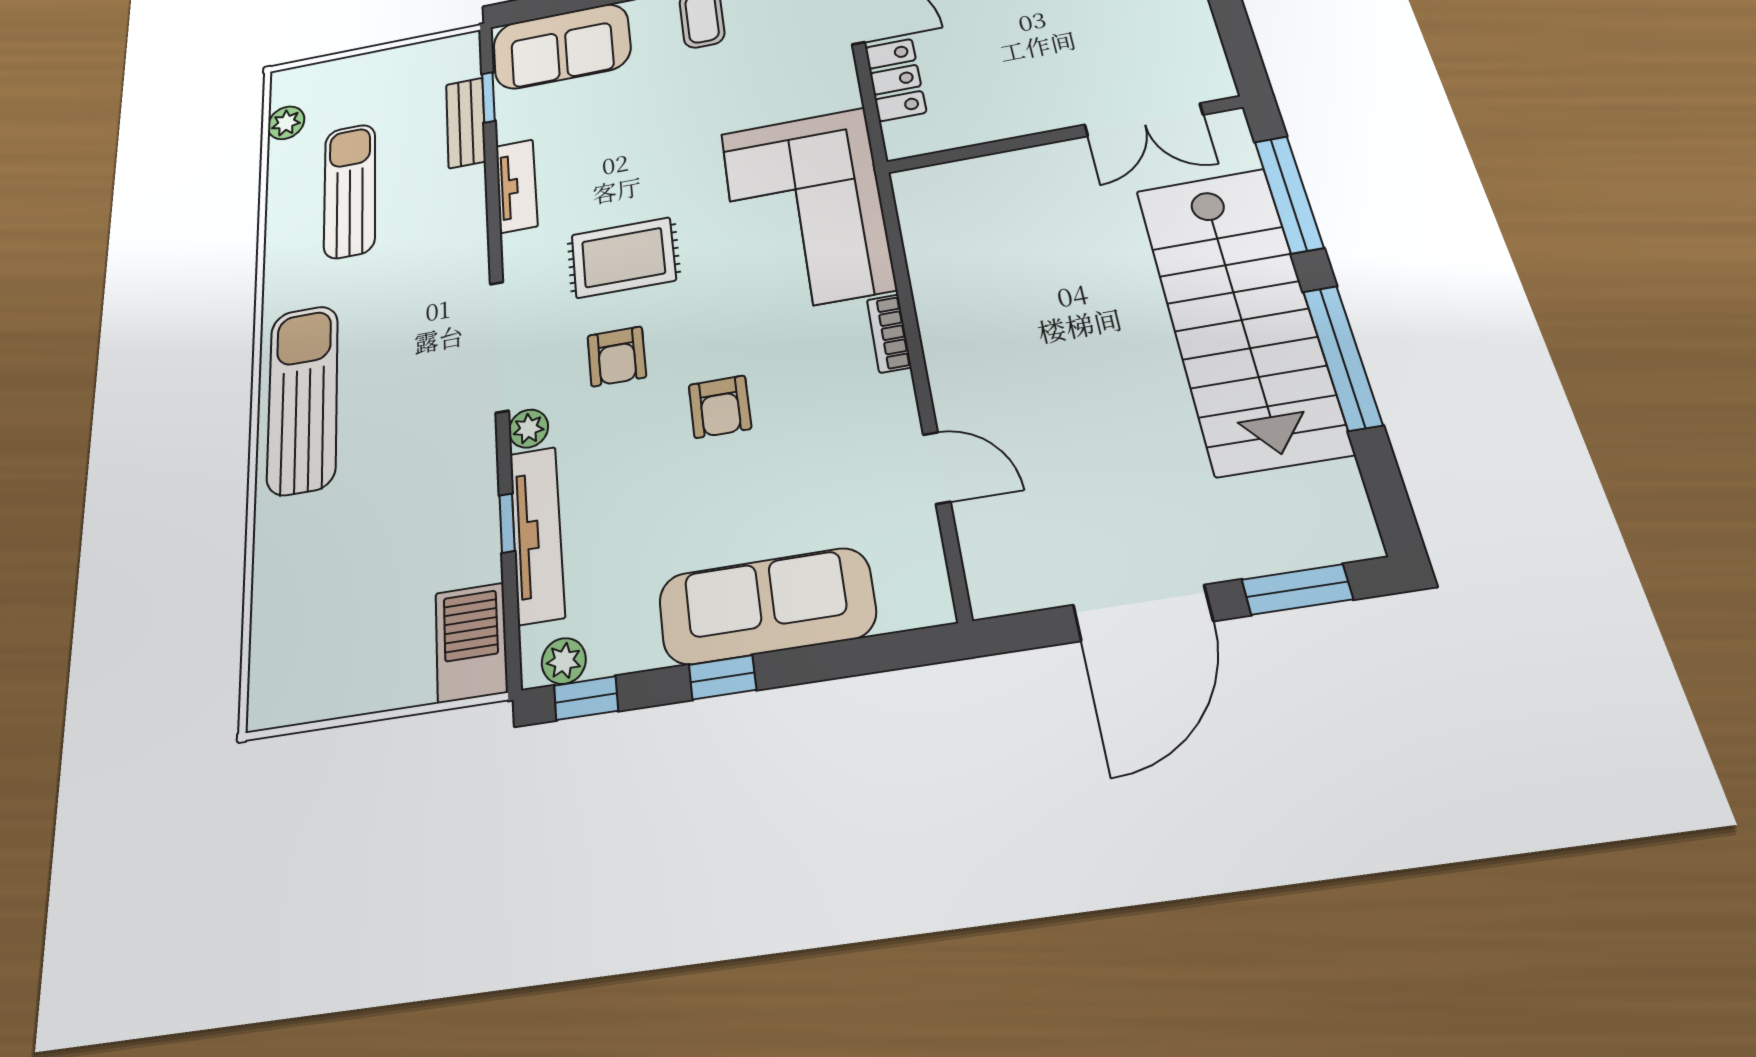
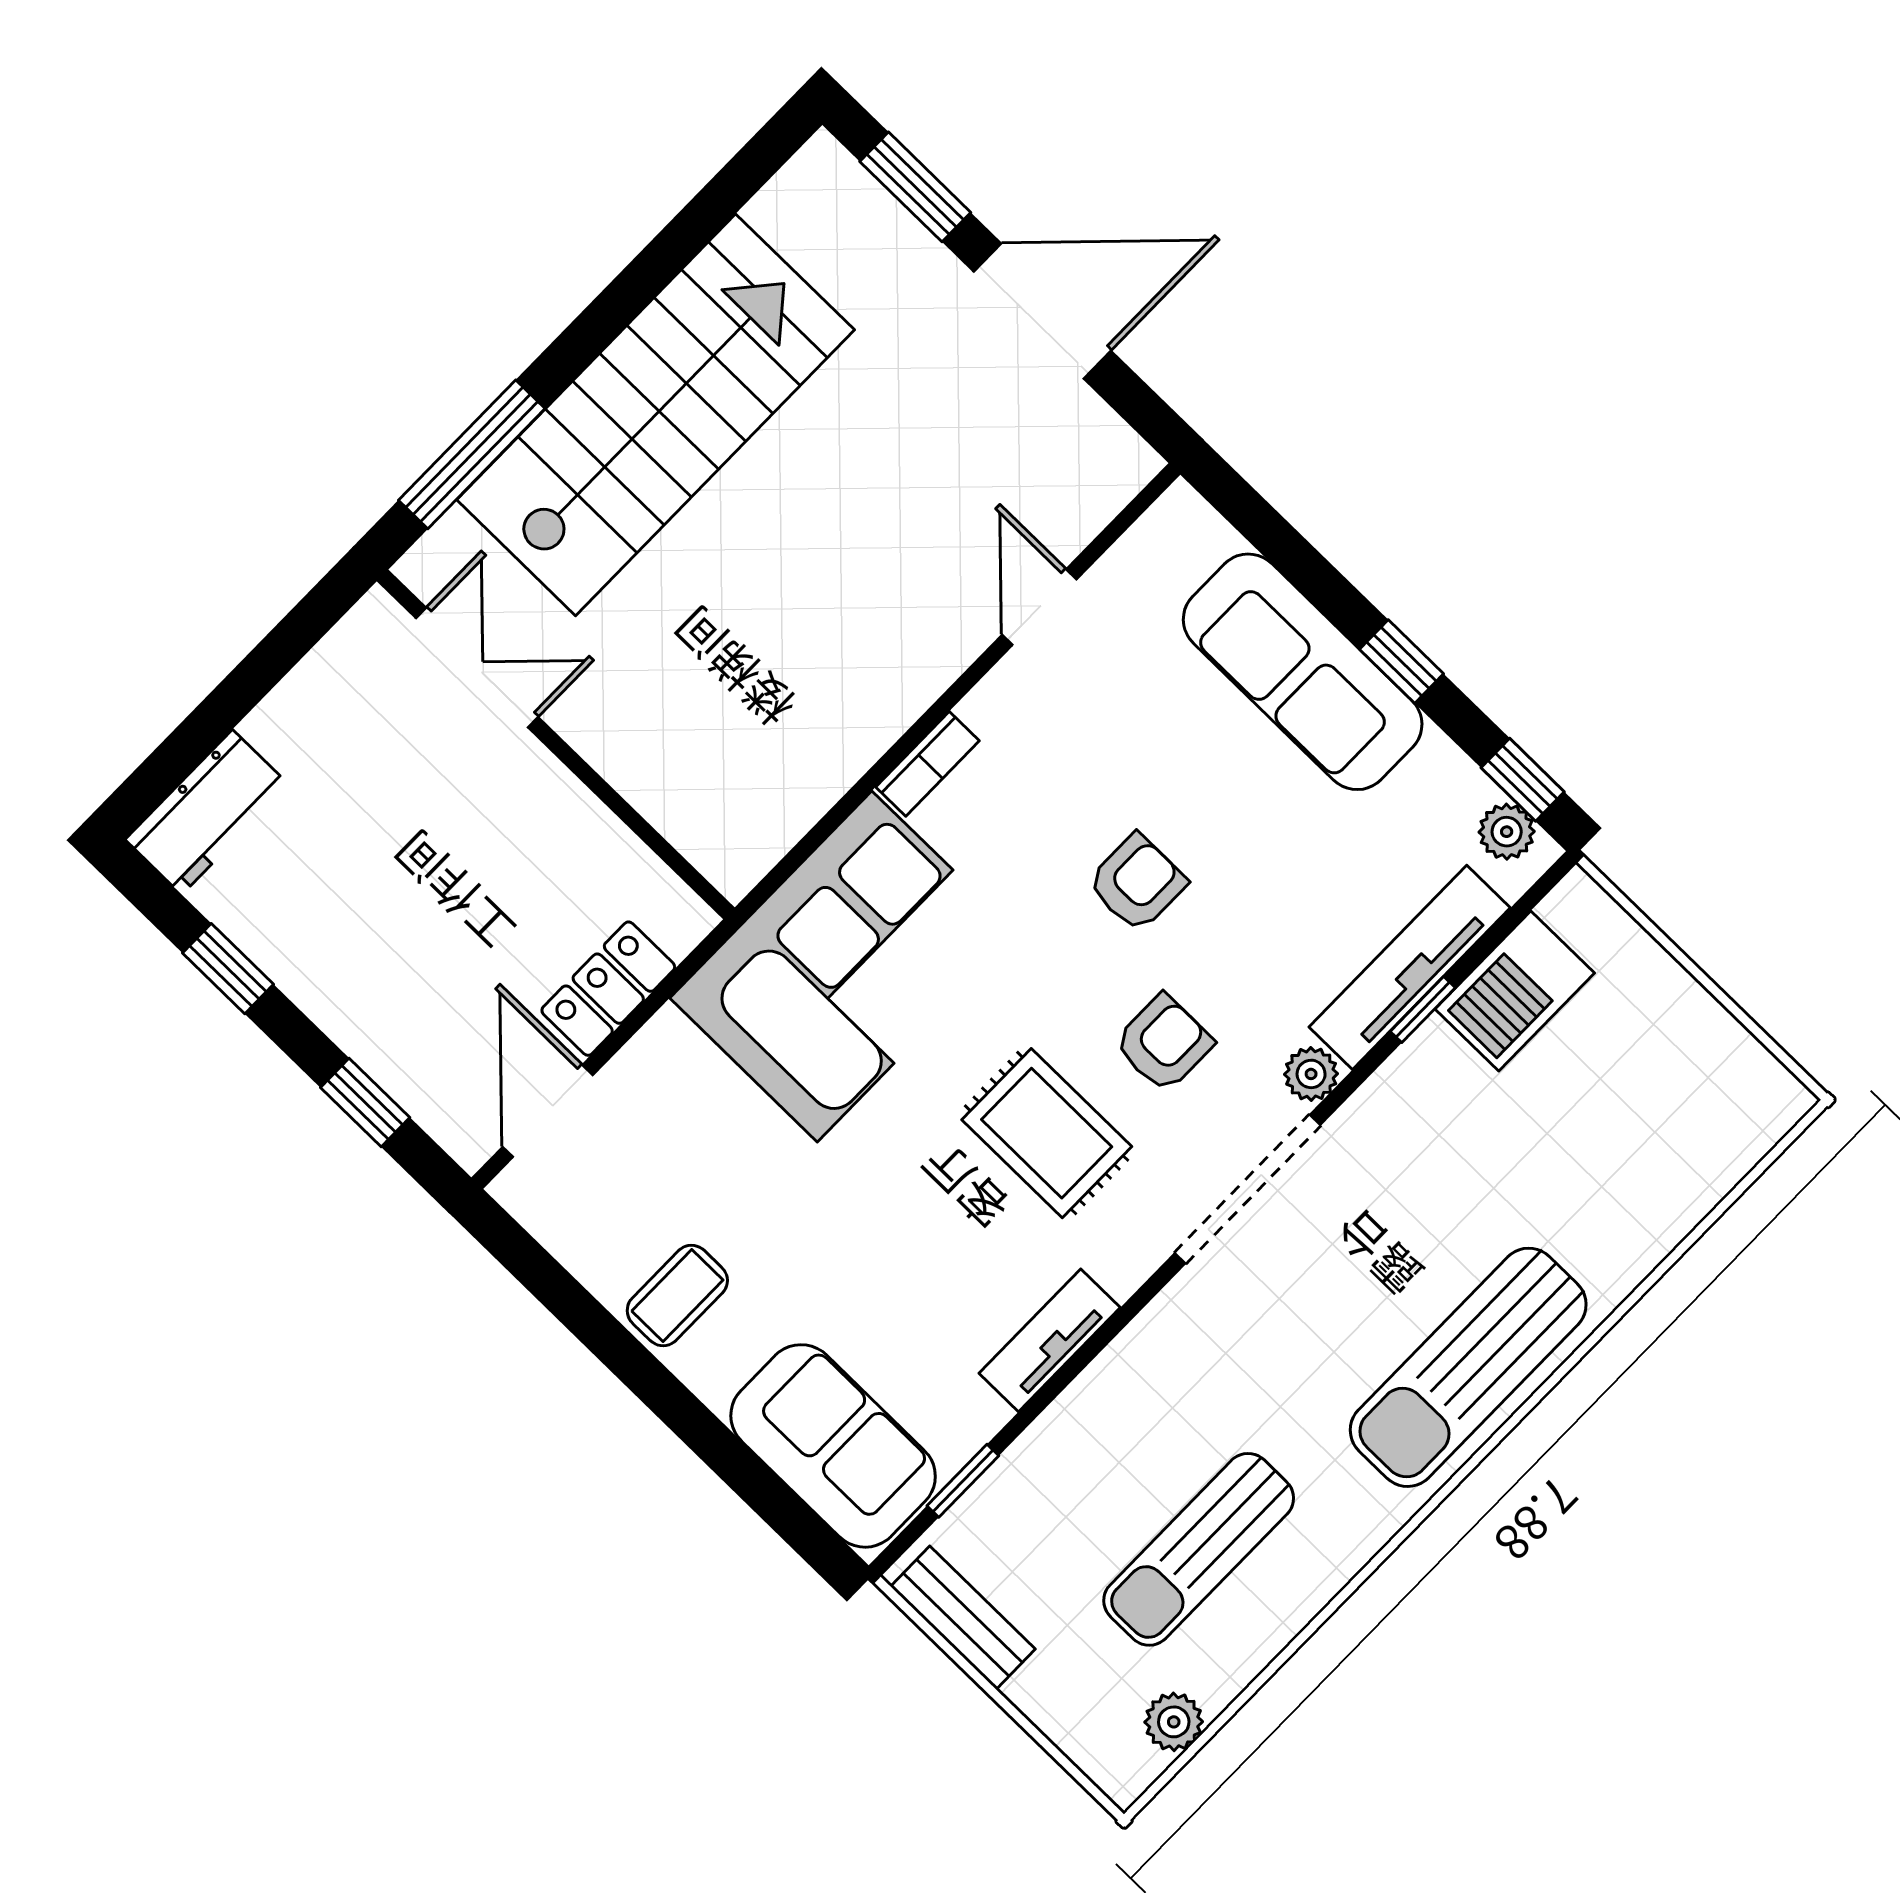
bench: (466, 123) -> (963, 1618), moved, turned 90
window: (1342, 357) -> (634, 288), removed
barbecue: (471, 642) -> (1515, 991), moved

